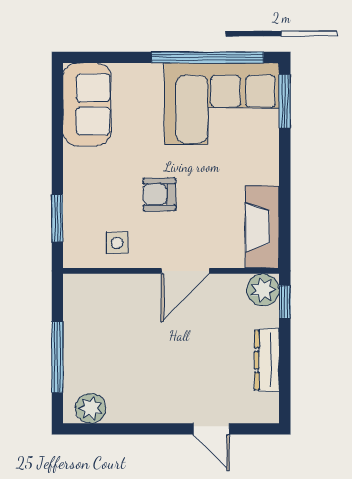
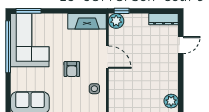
dresser: (267, 360) -> (164, 19), moved

